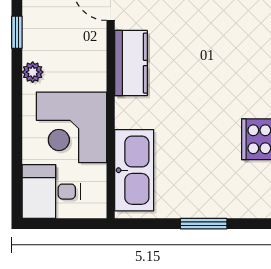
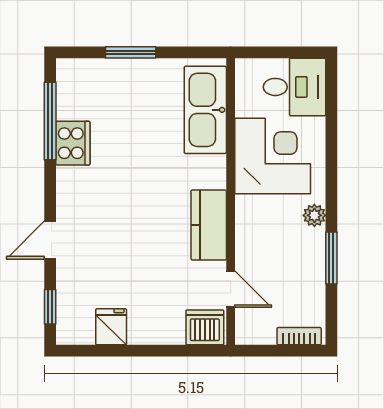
window: (17, 32) -> (331, 258), width x1.50

